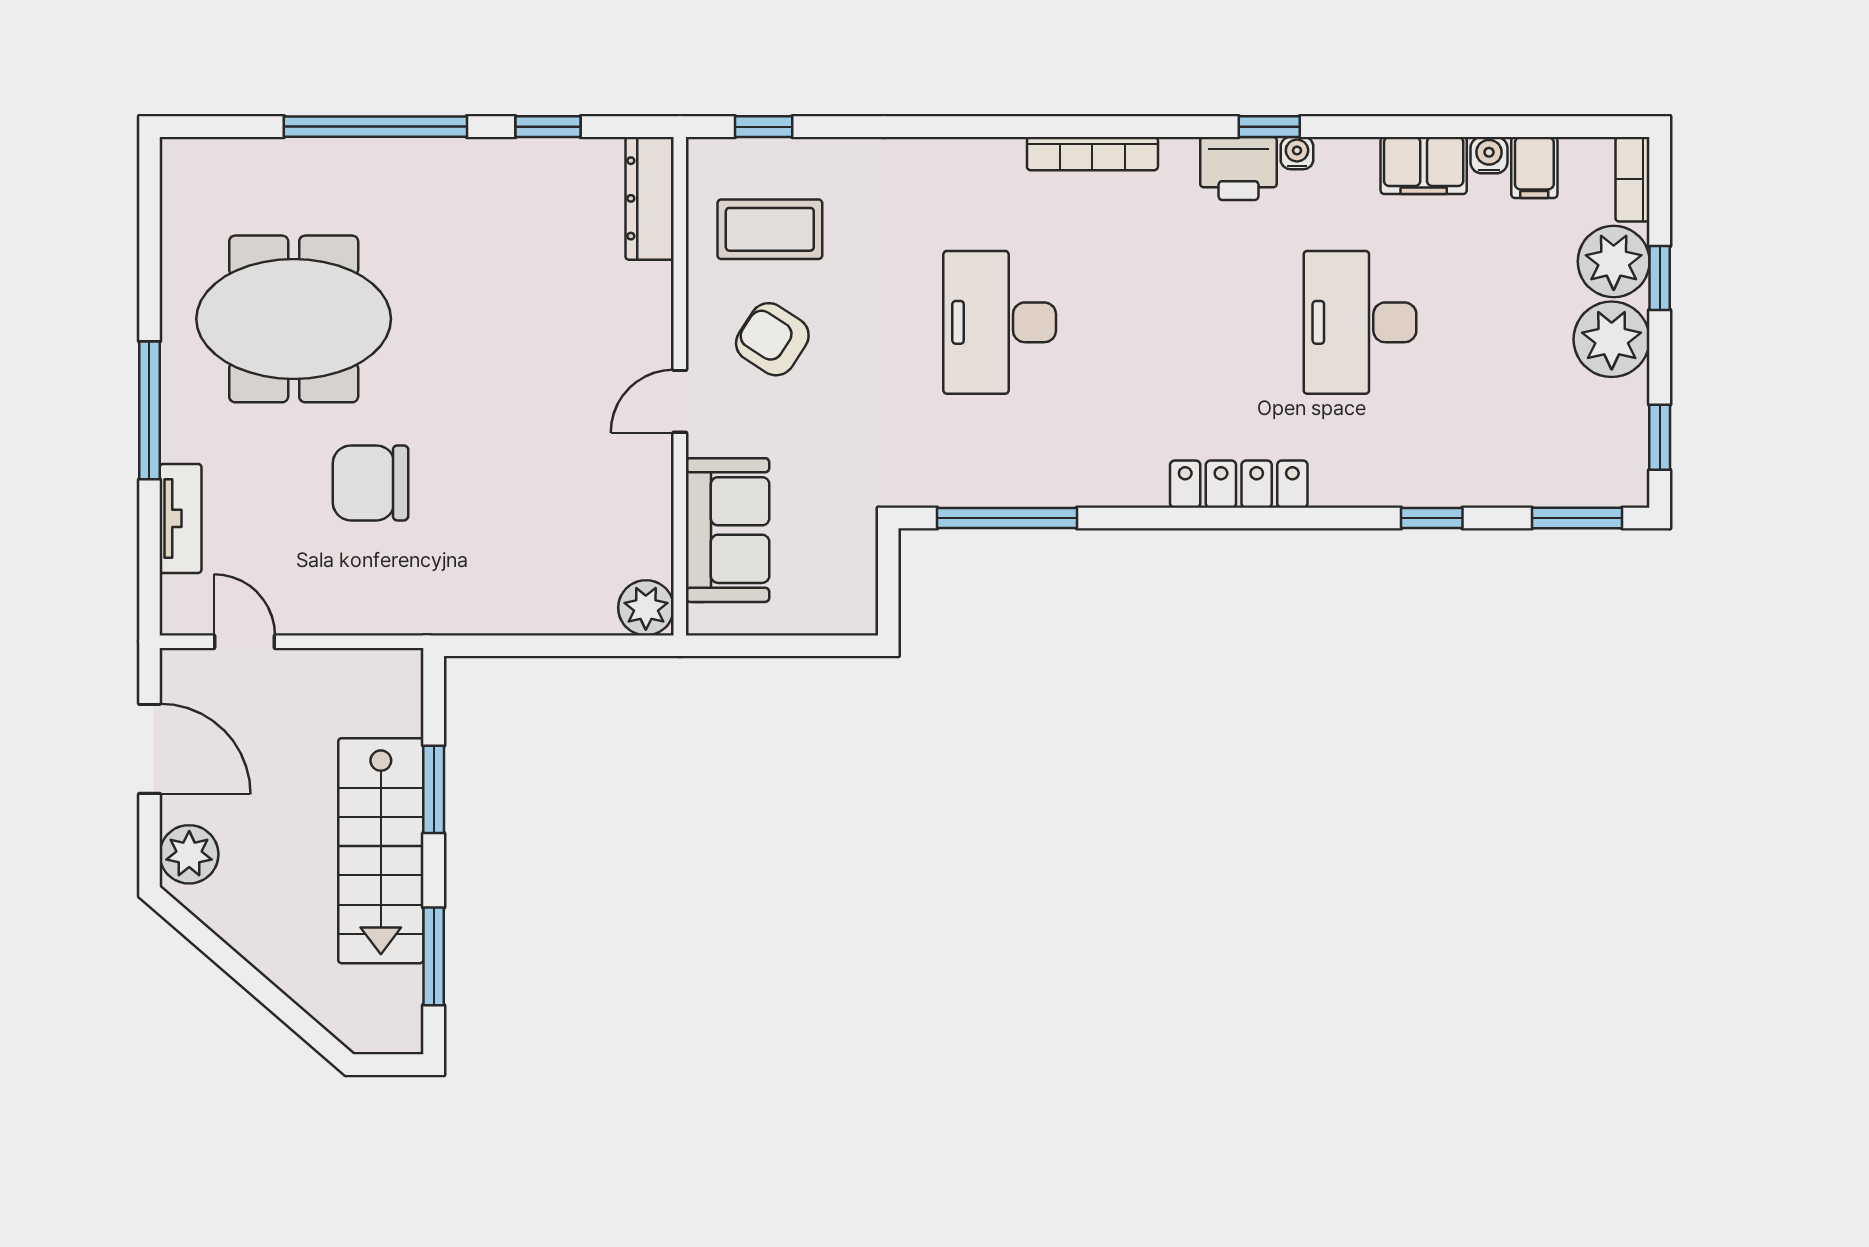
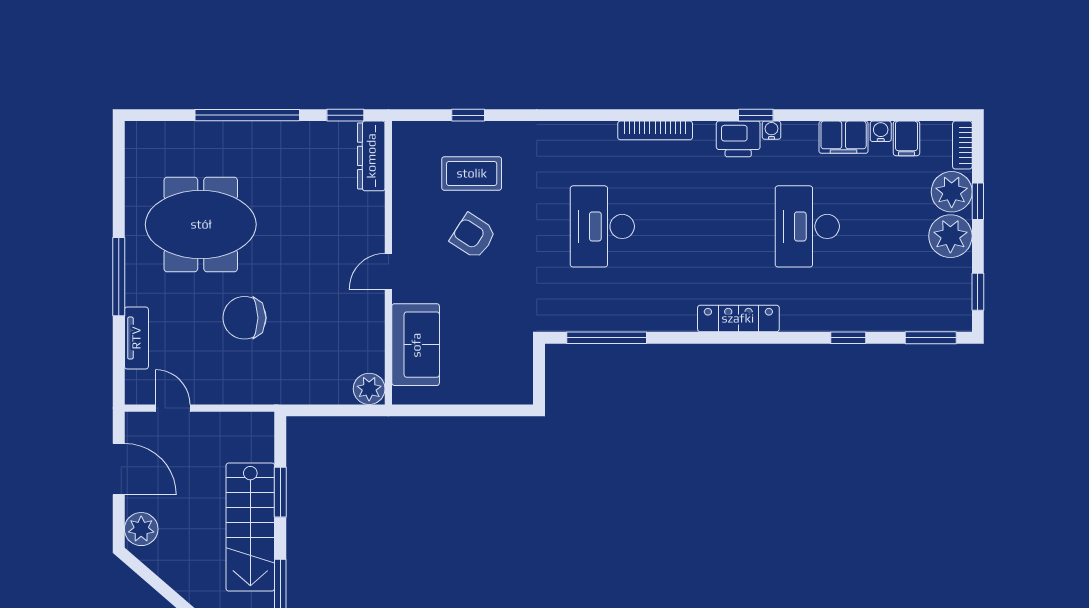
dresser: (650, 198) -> (371, 156), moved
wall: (680, 386) -> (388, 263), moved
door: (680, 401) -> (388, 271), moved
sofa: (728, 530) -> (416, 345), moved
plant: (646, 608) -> (369, 389), moved

